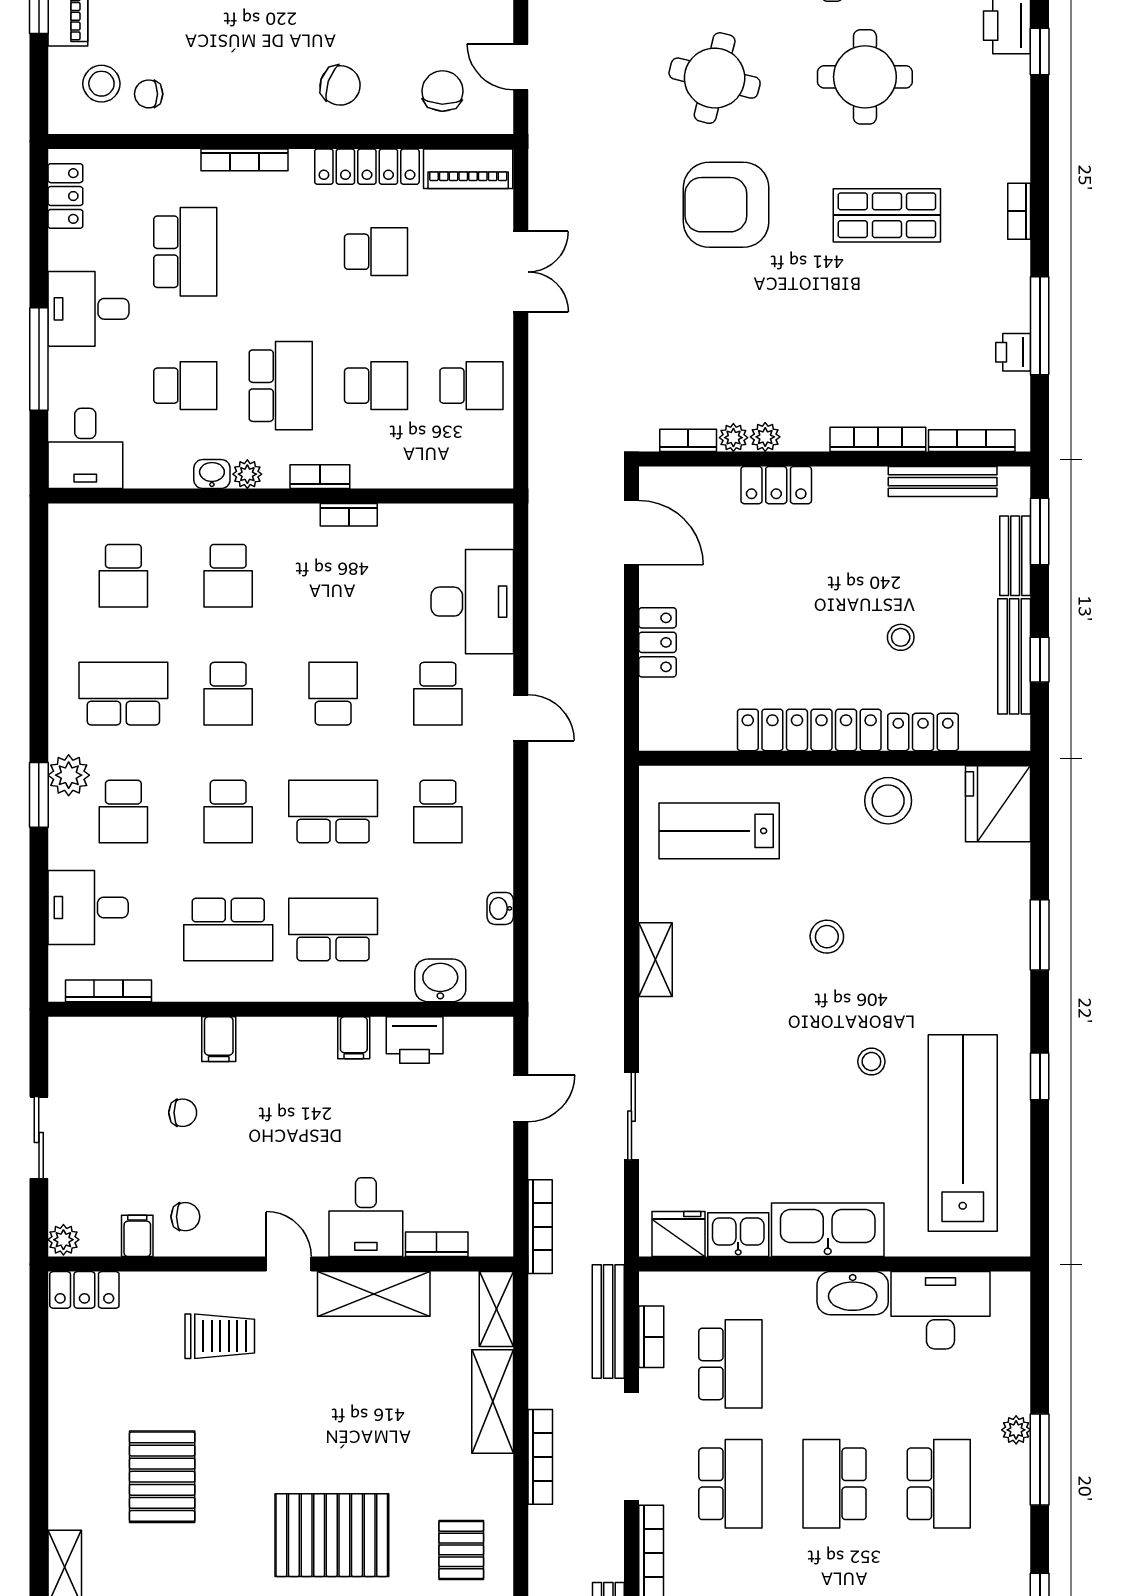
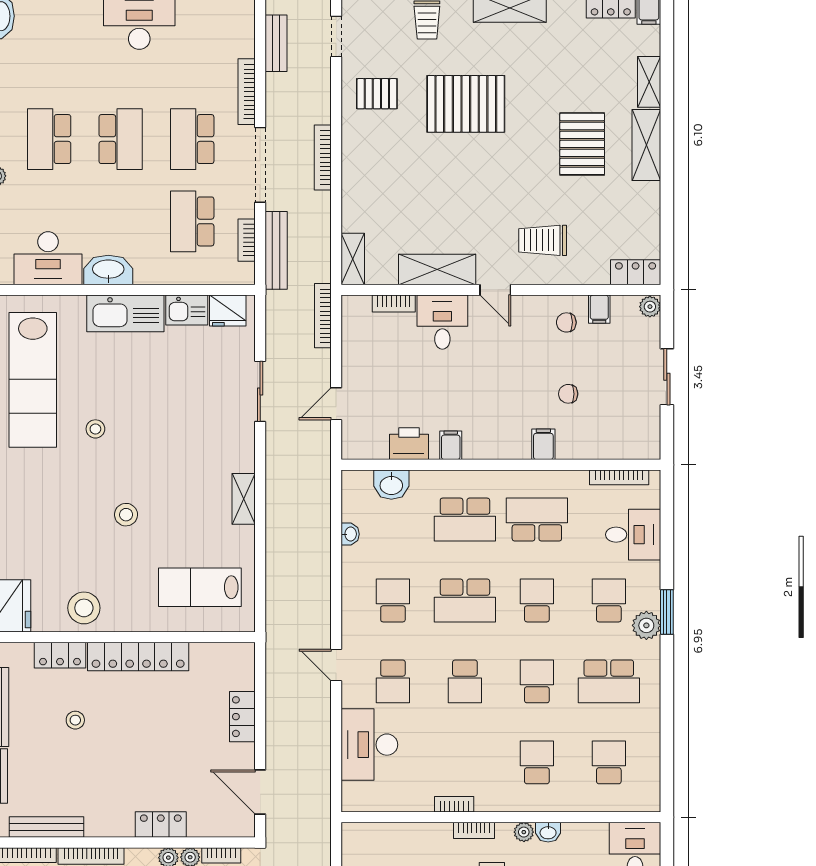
school desk: (438, 694) -> (393, 681), turned 180
lab bench: (719, 831) -> (200, 587), turned 180
shelving: (493, 1402) -> (646, 145), moved
pallet: (461, 1550) -> (377, 94), turned 90

